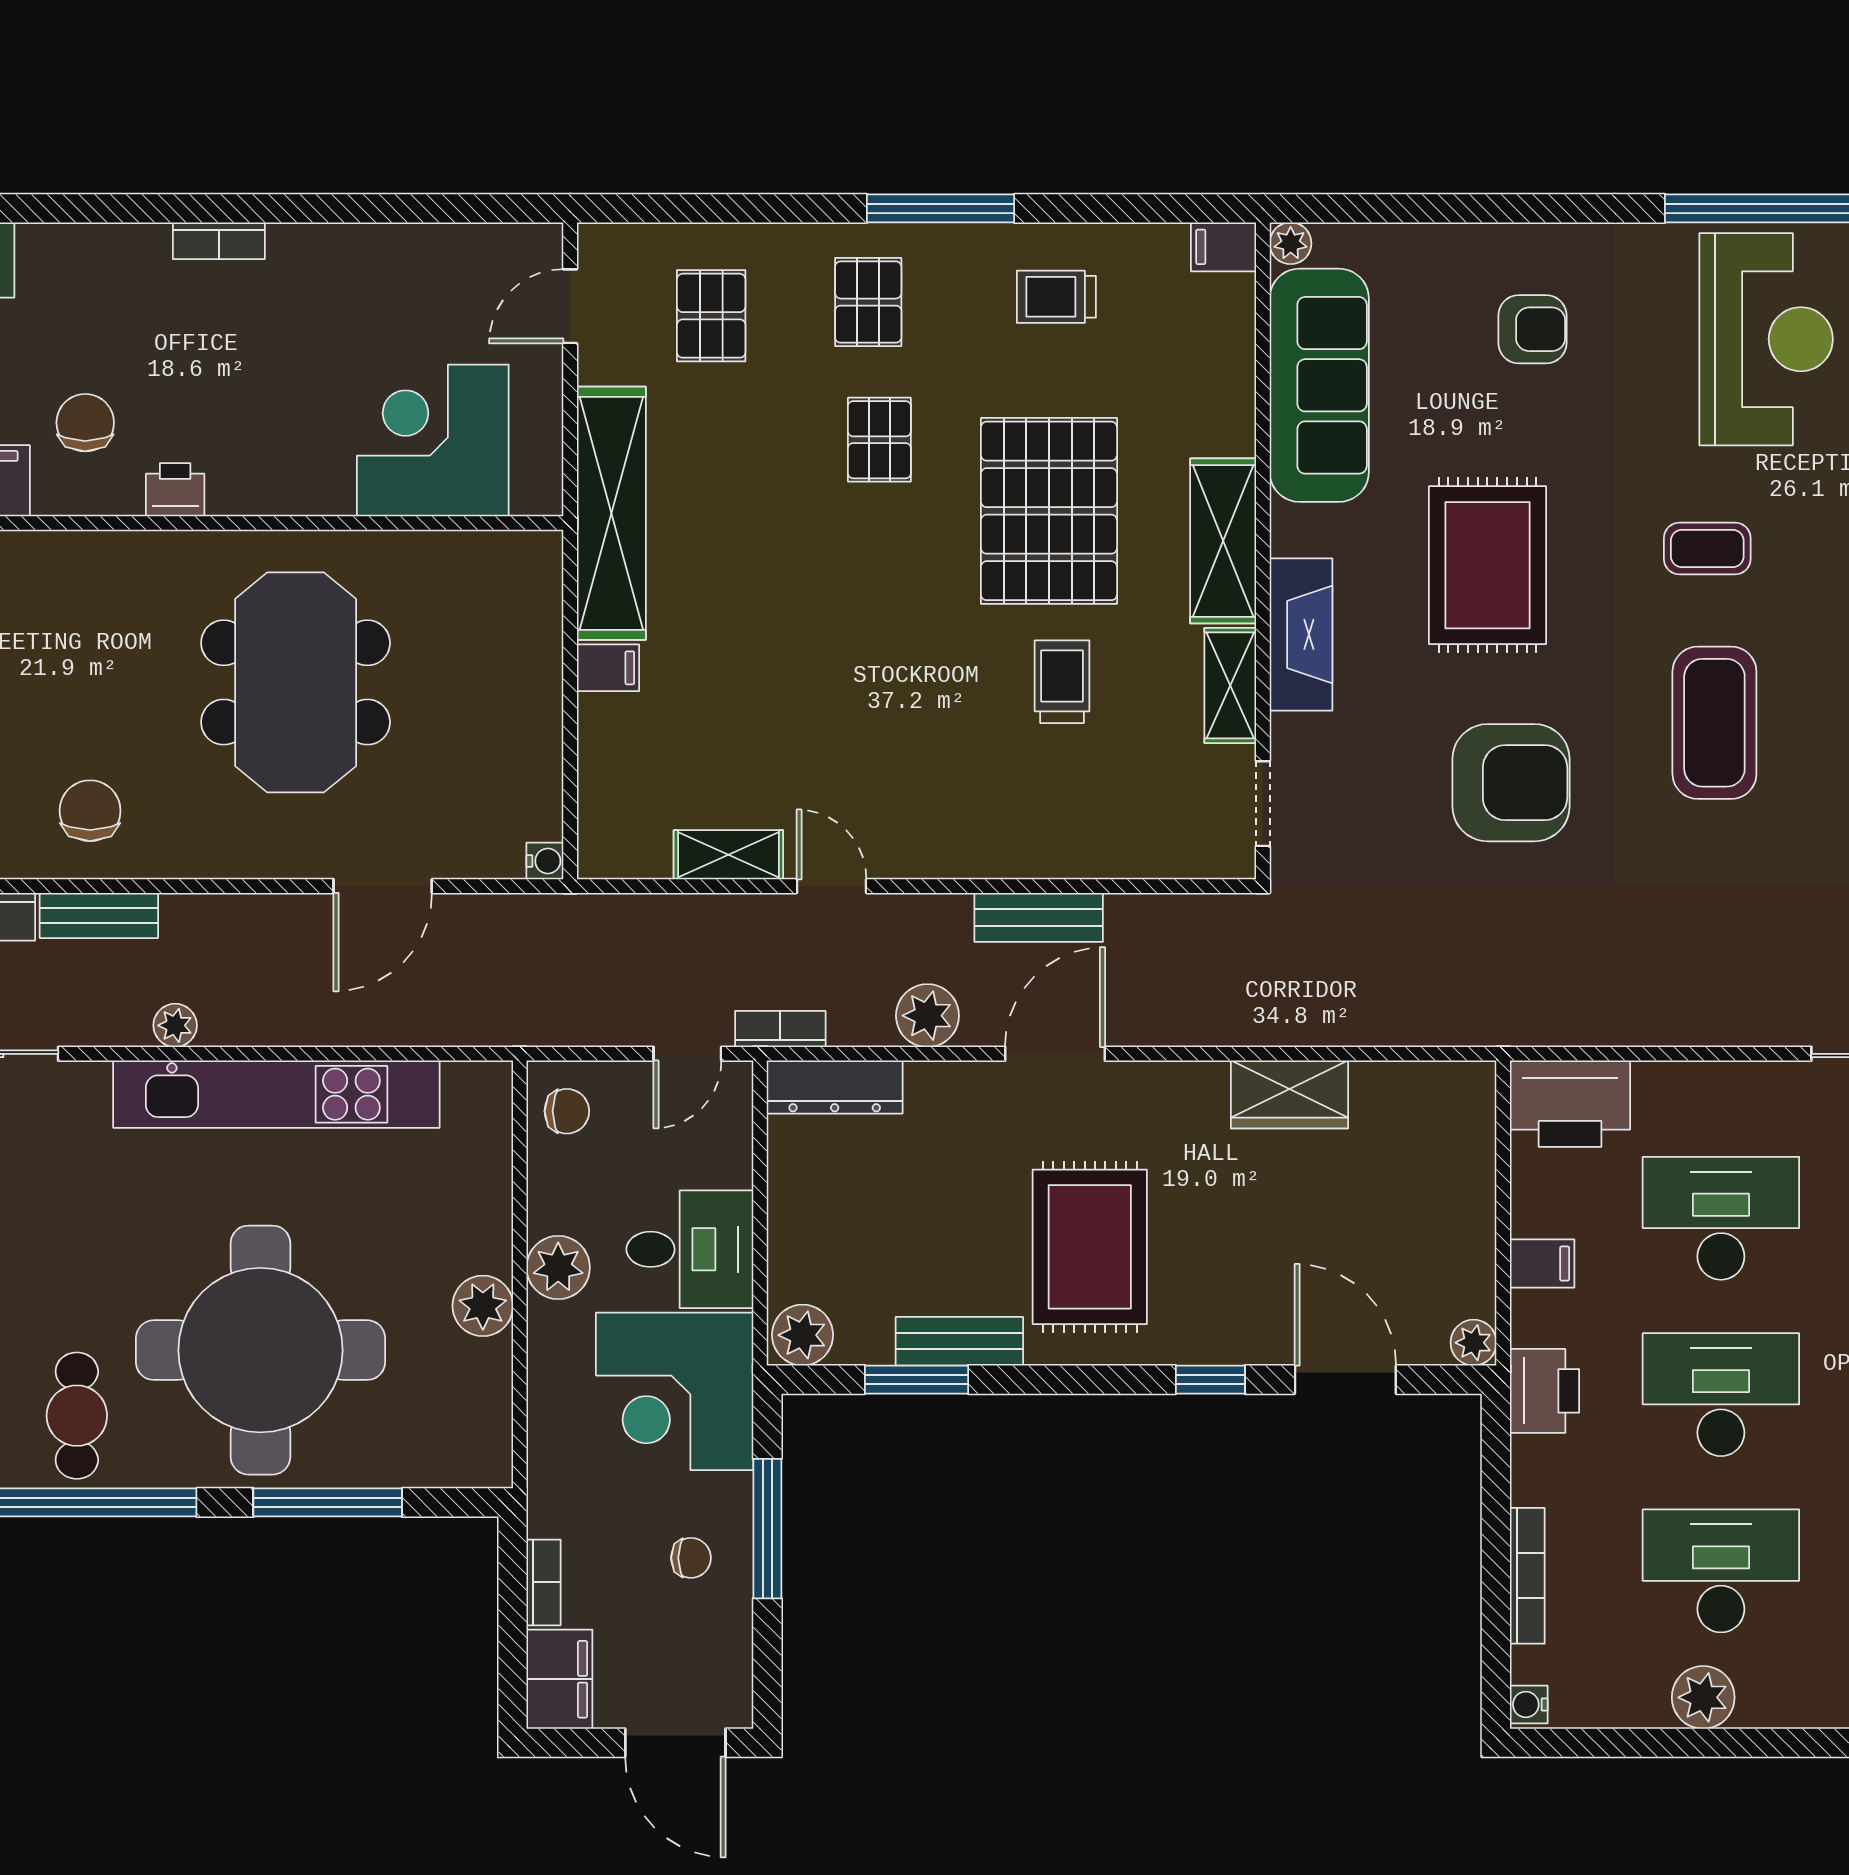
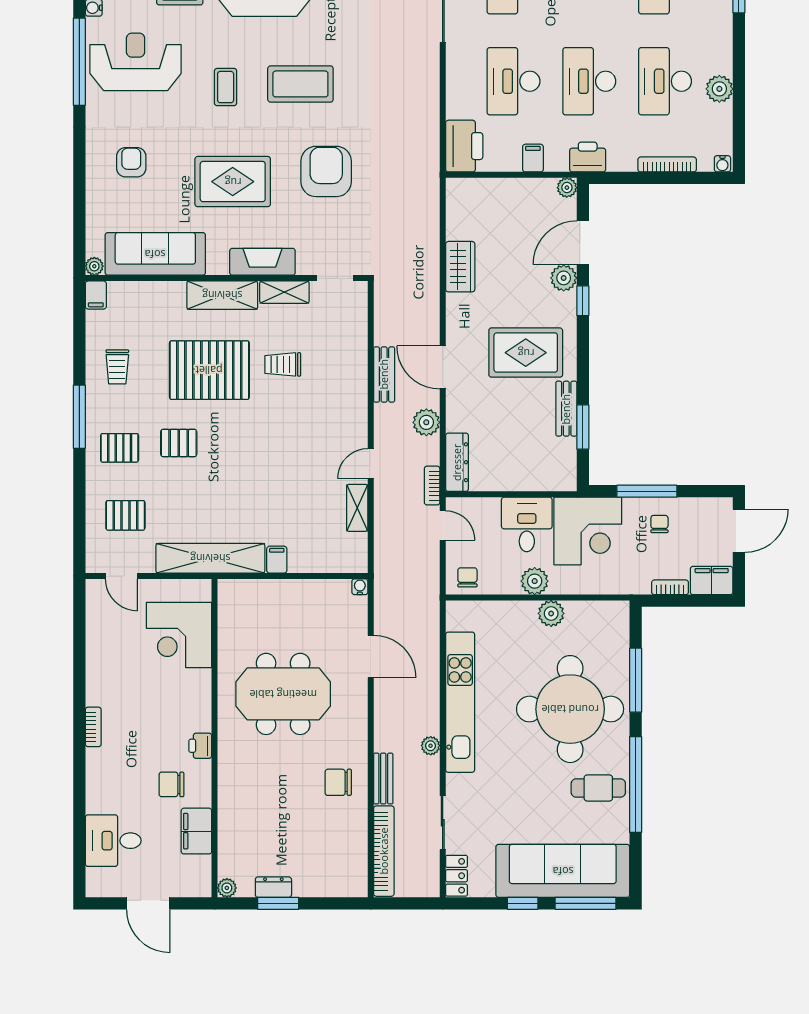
plant: (802, 1335) -> (564, 278), moved

